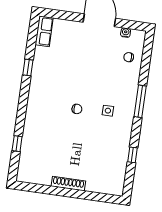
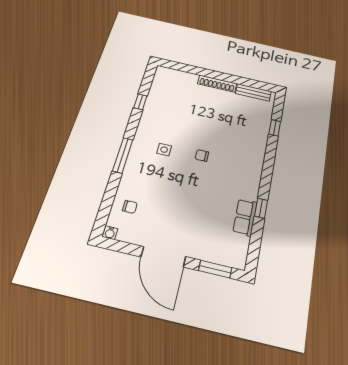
window: (61, 15) -> (215, 269), added
row of seats: (44, 31) -> (245, 217), moved
water cooler: (126, 33) -> (110, 233), moved
bench: (36, 178) -> (253, 92), added

